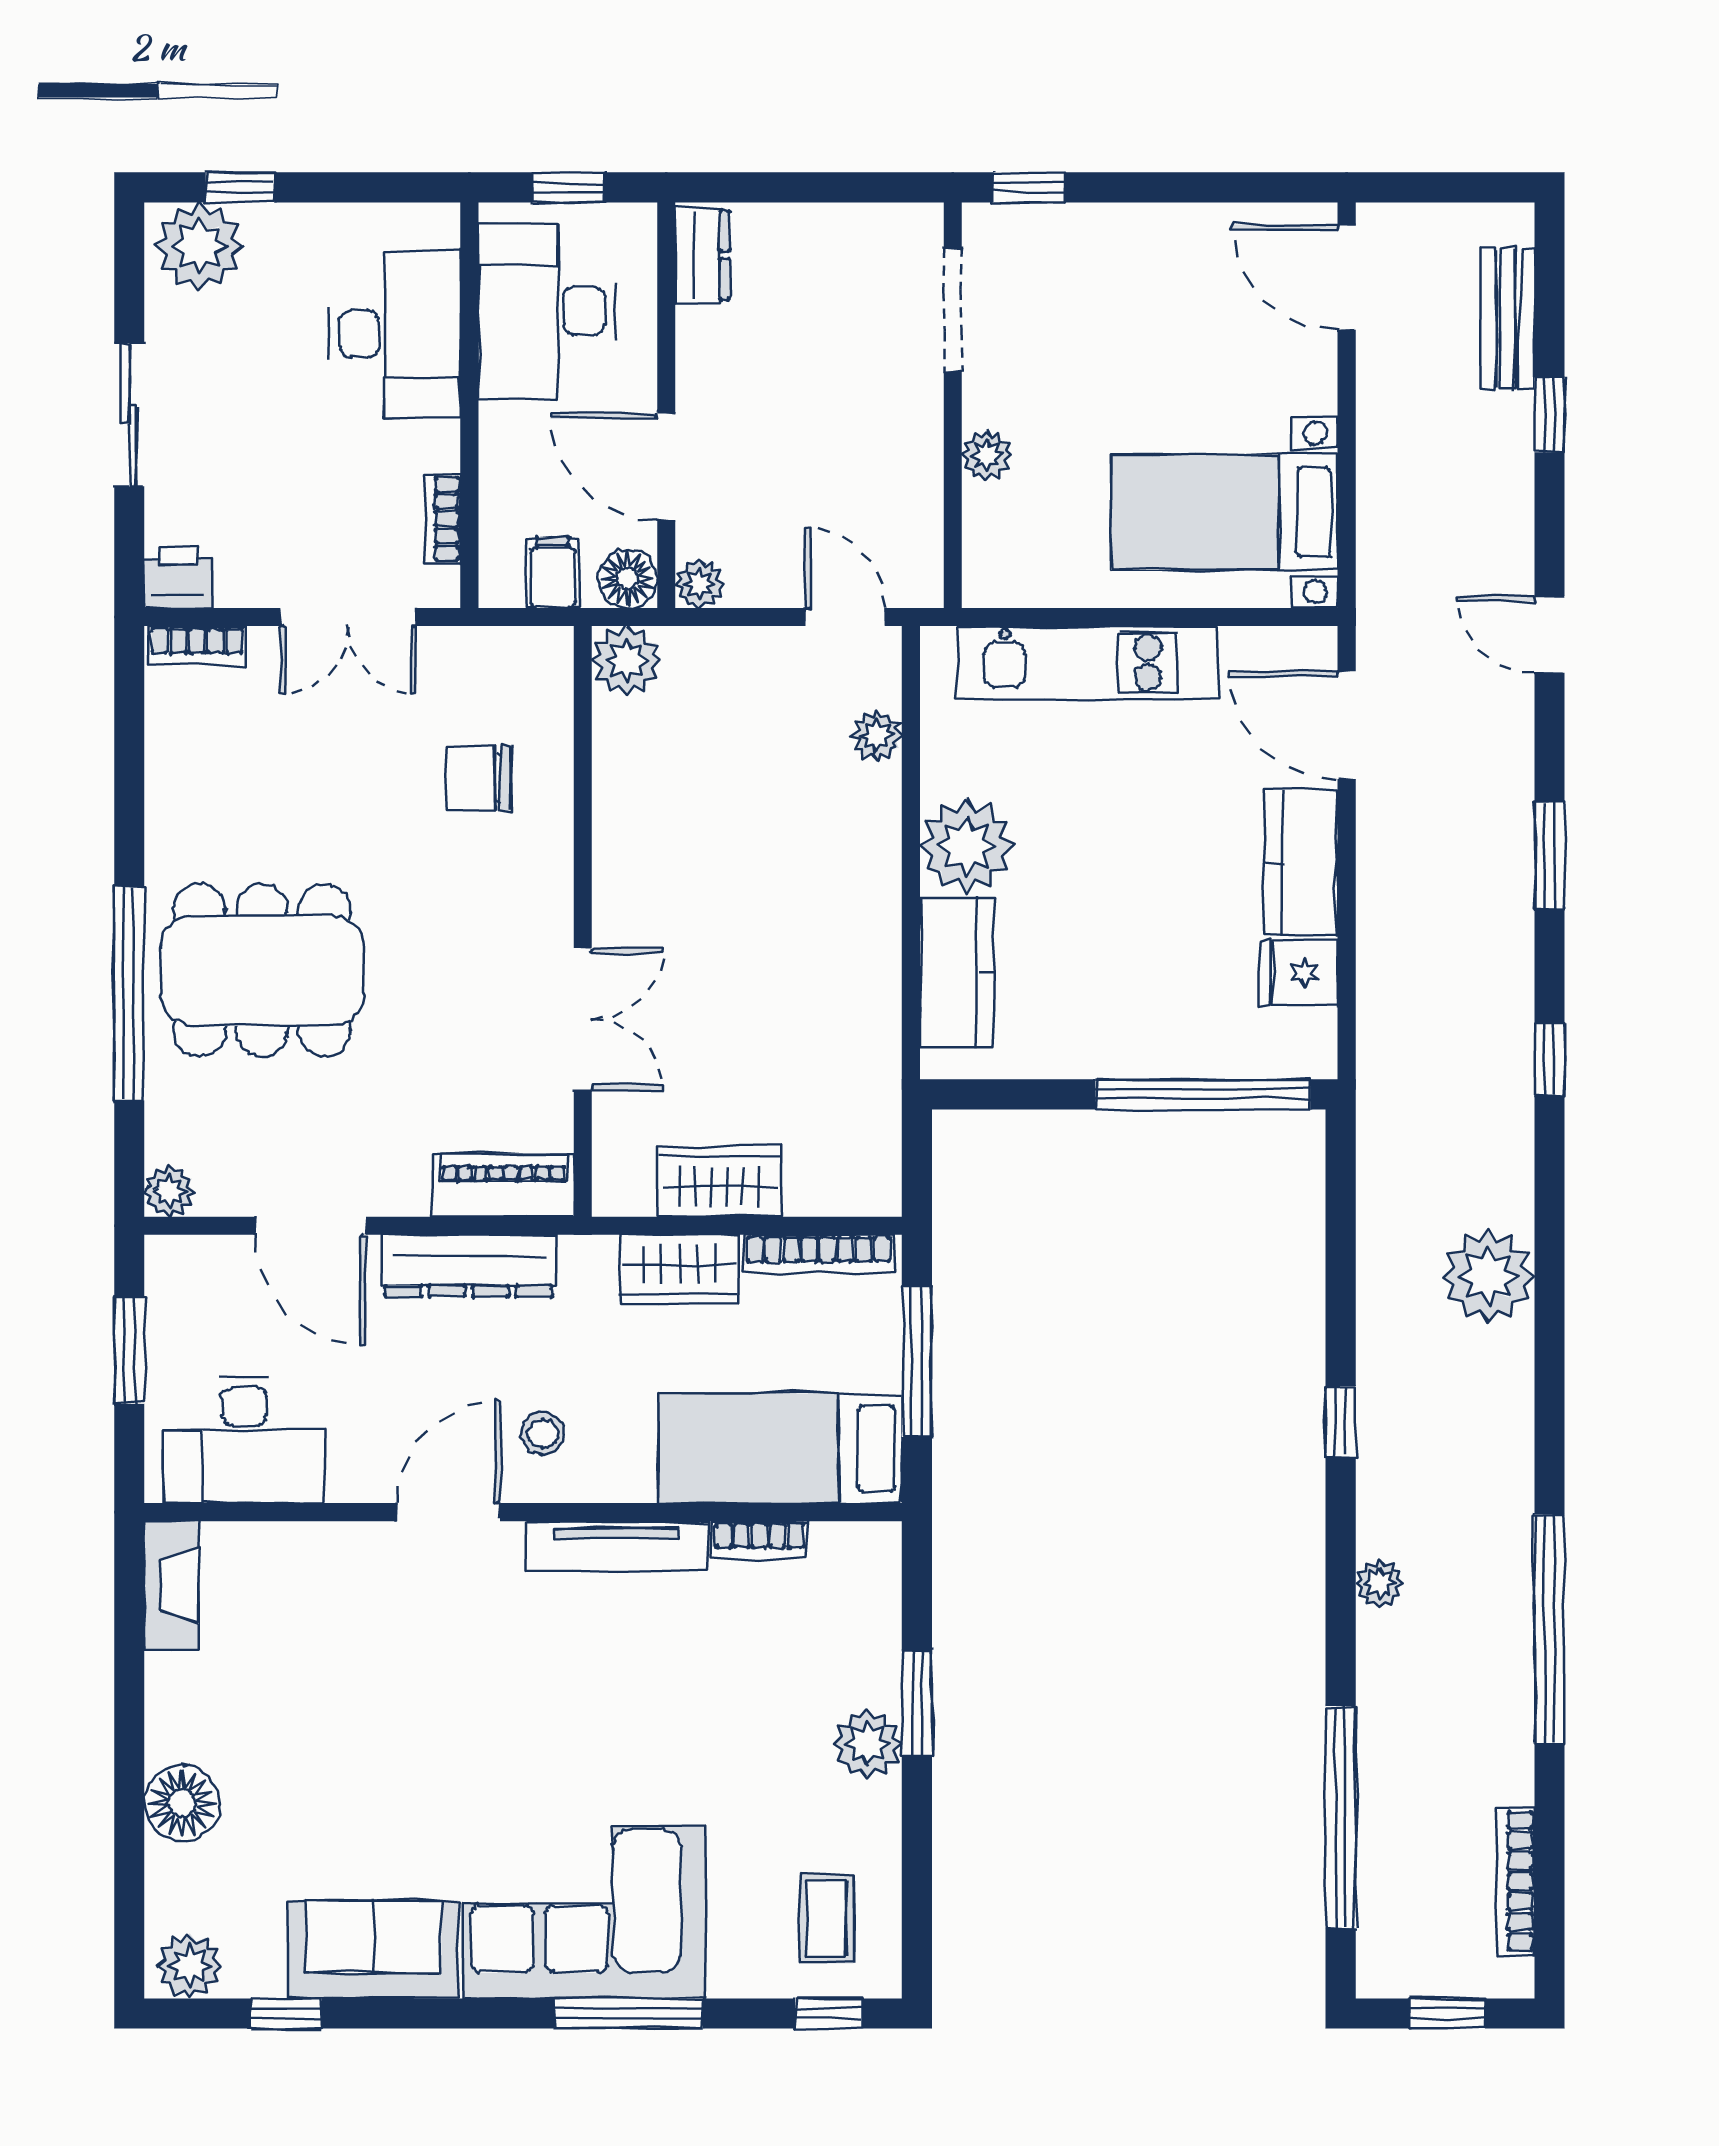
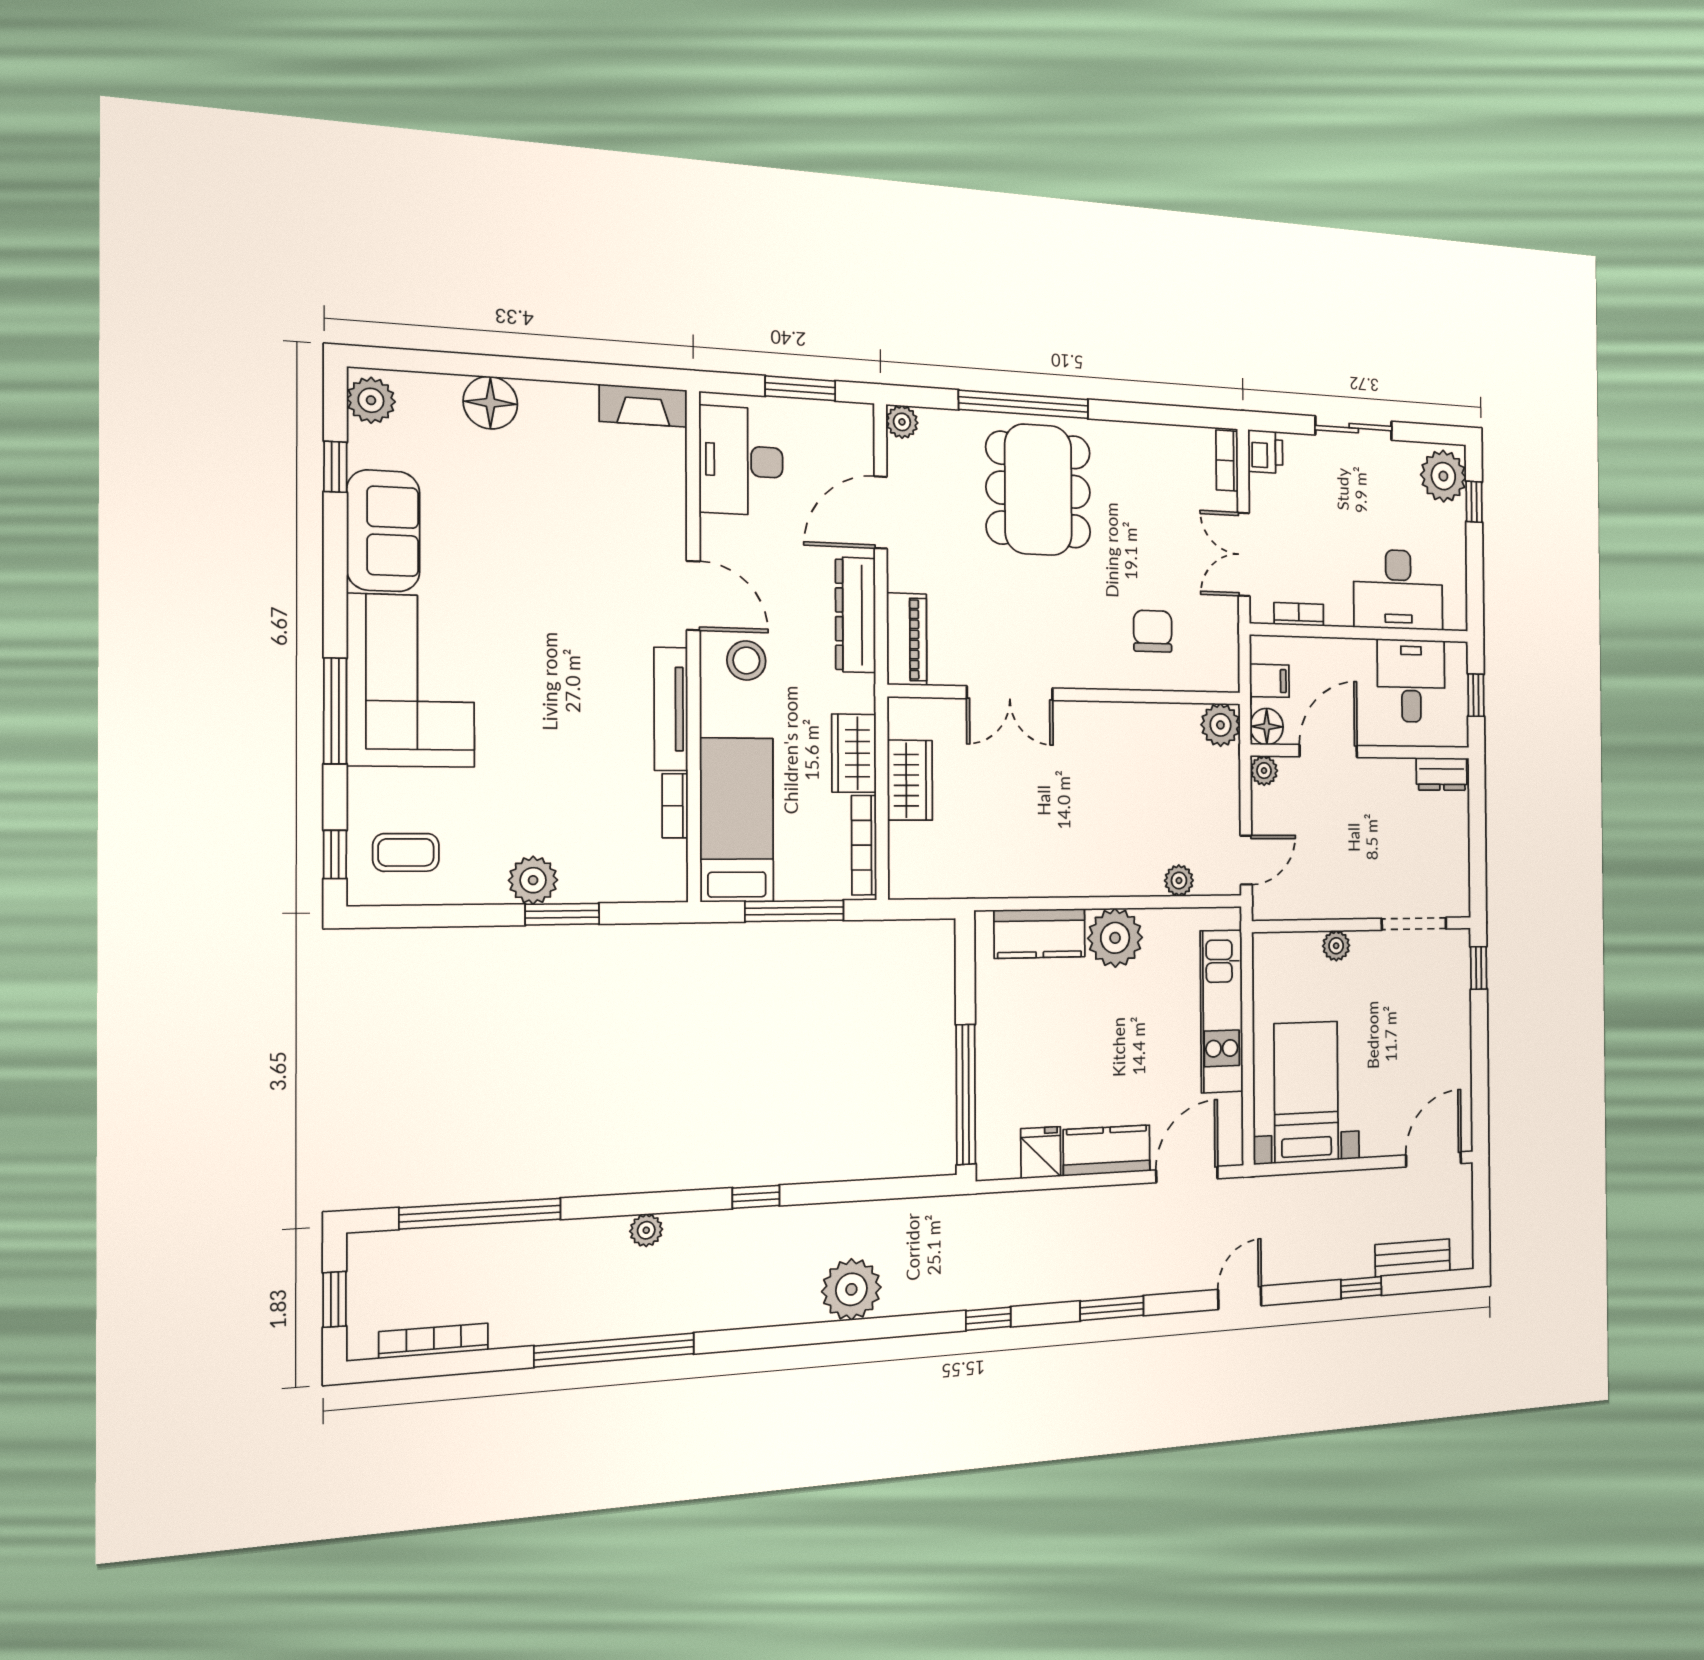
desk: (547, 311) -> (1411, 681), width x0.73
stool: (543, 1433) -> (746, 661), width x1.37, depth x1.37

